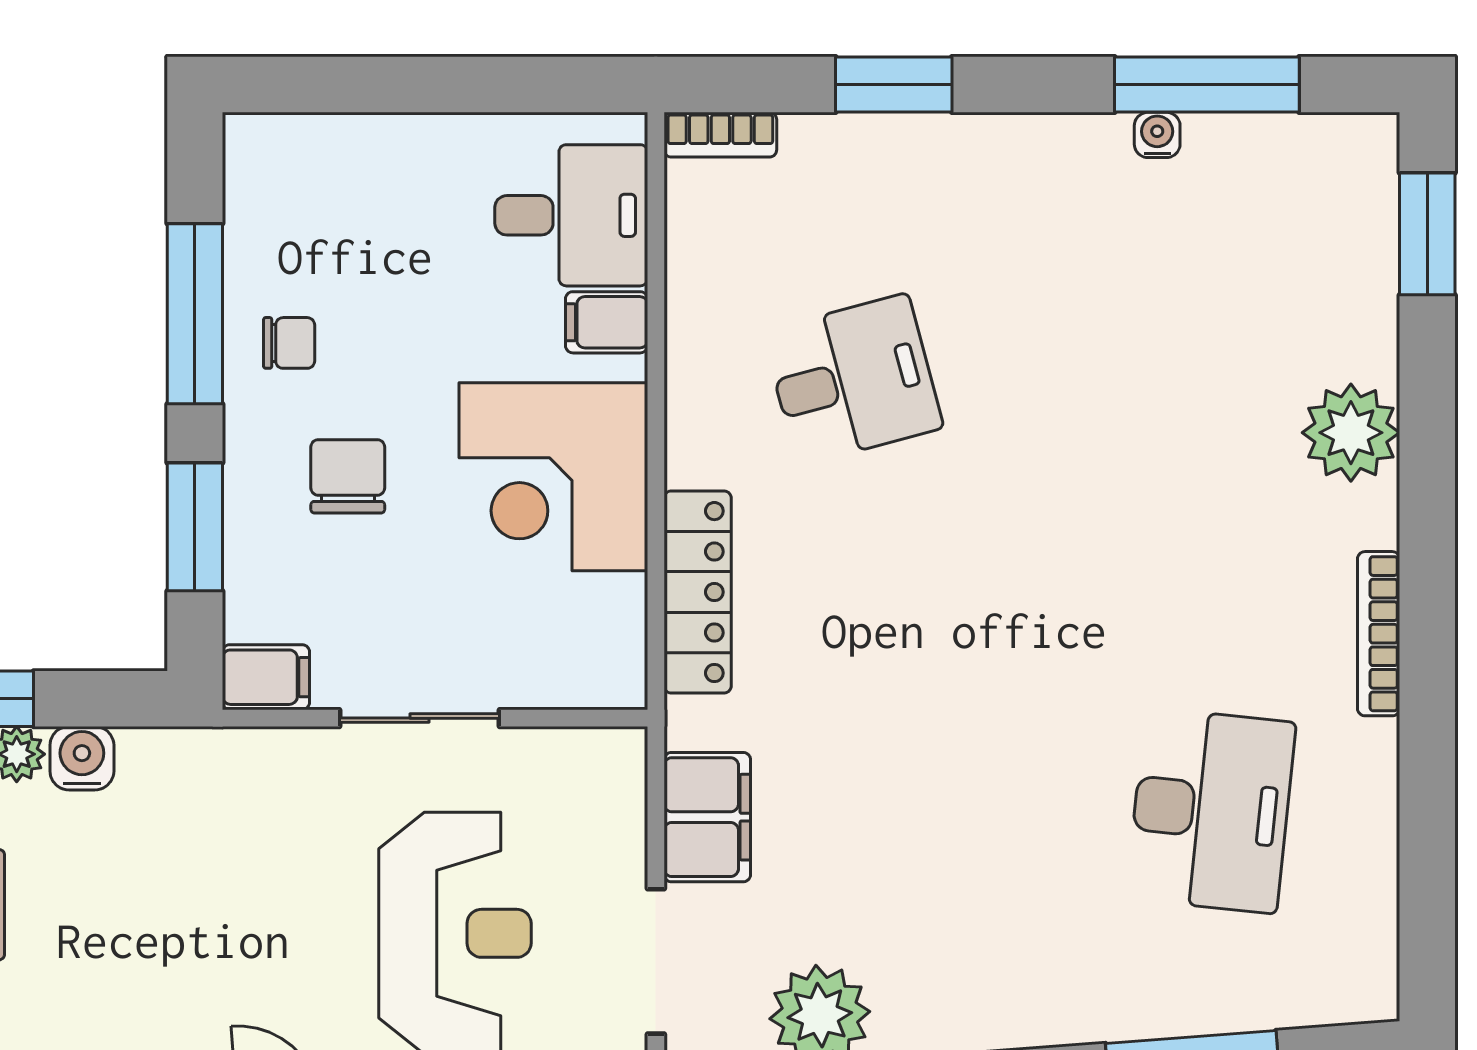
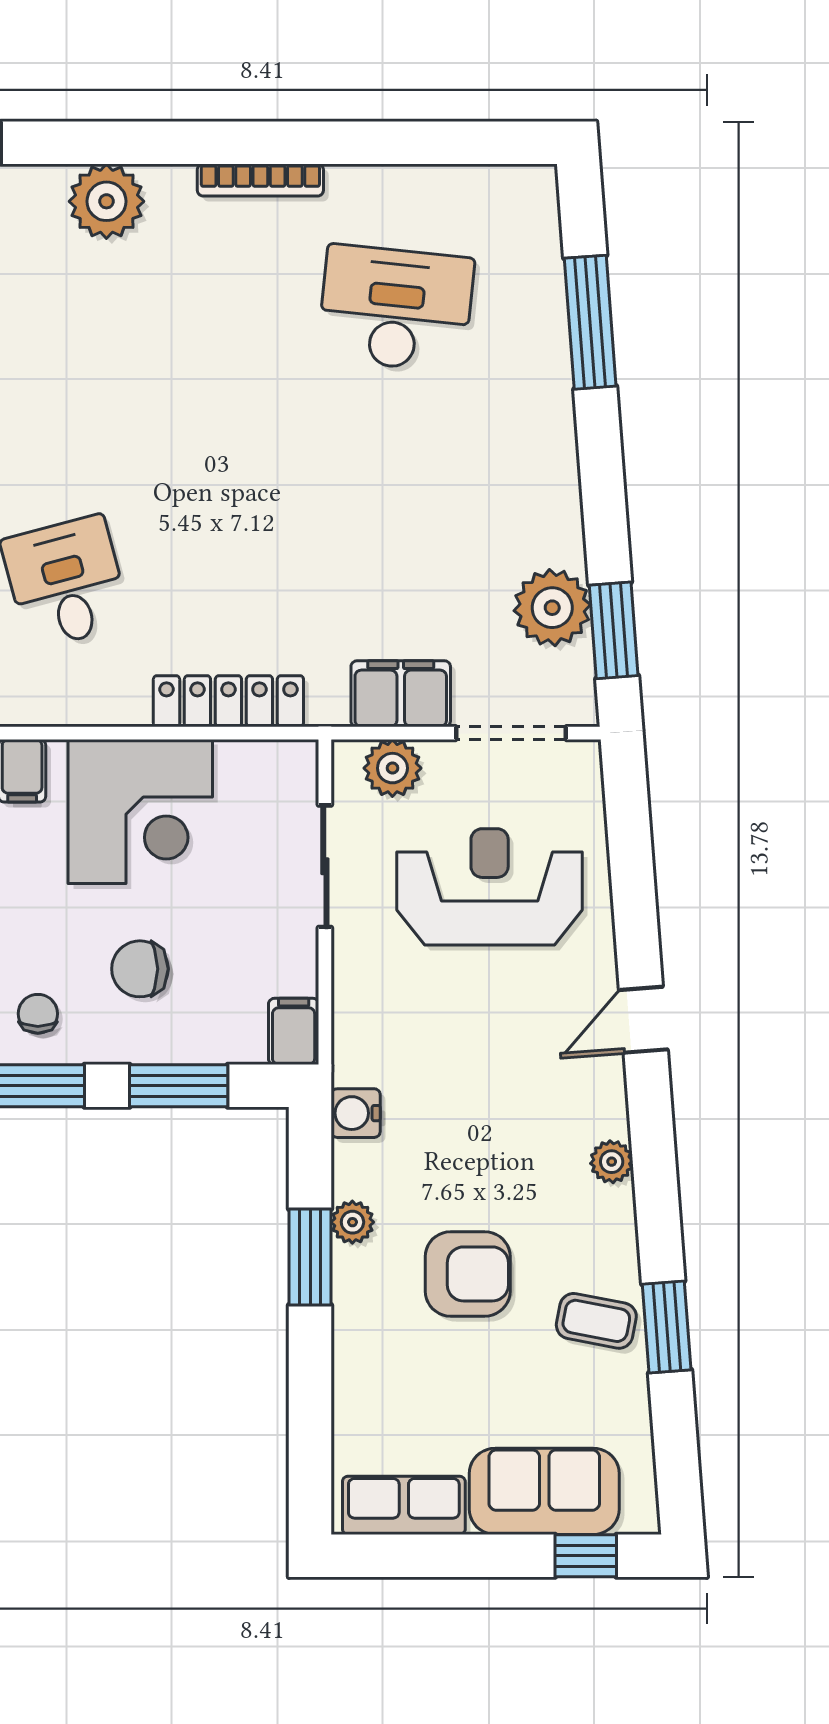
sliding door: (419, 718) -> (325, 866), moved
water cooler: (82, 758) -> (356, 1113), moved
plant: (610, 806) -> (392, 768), added

